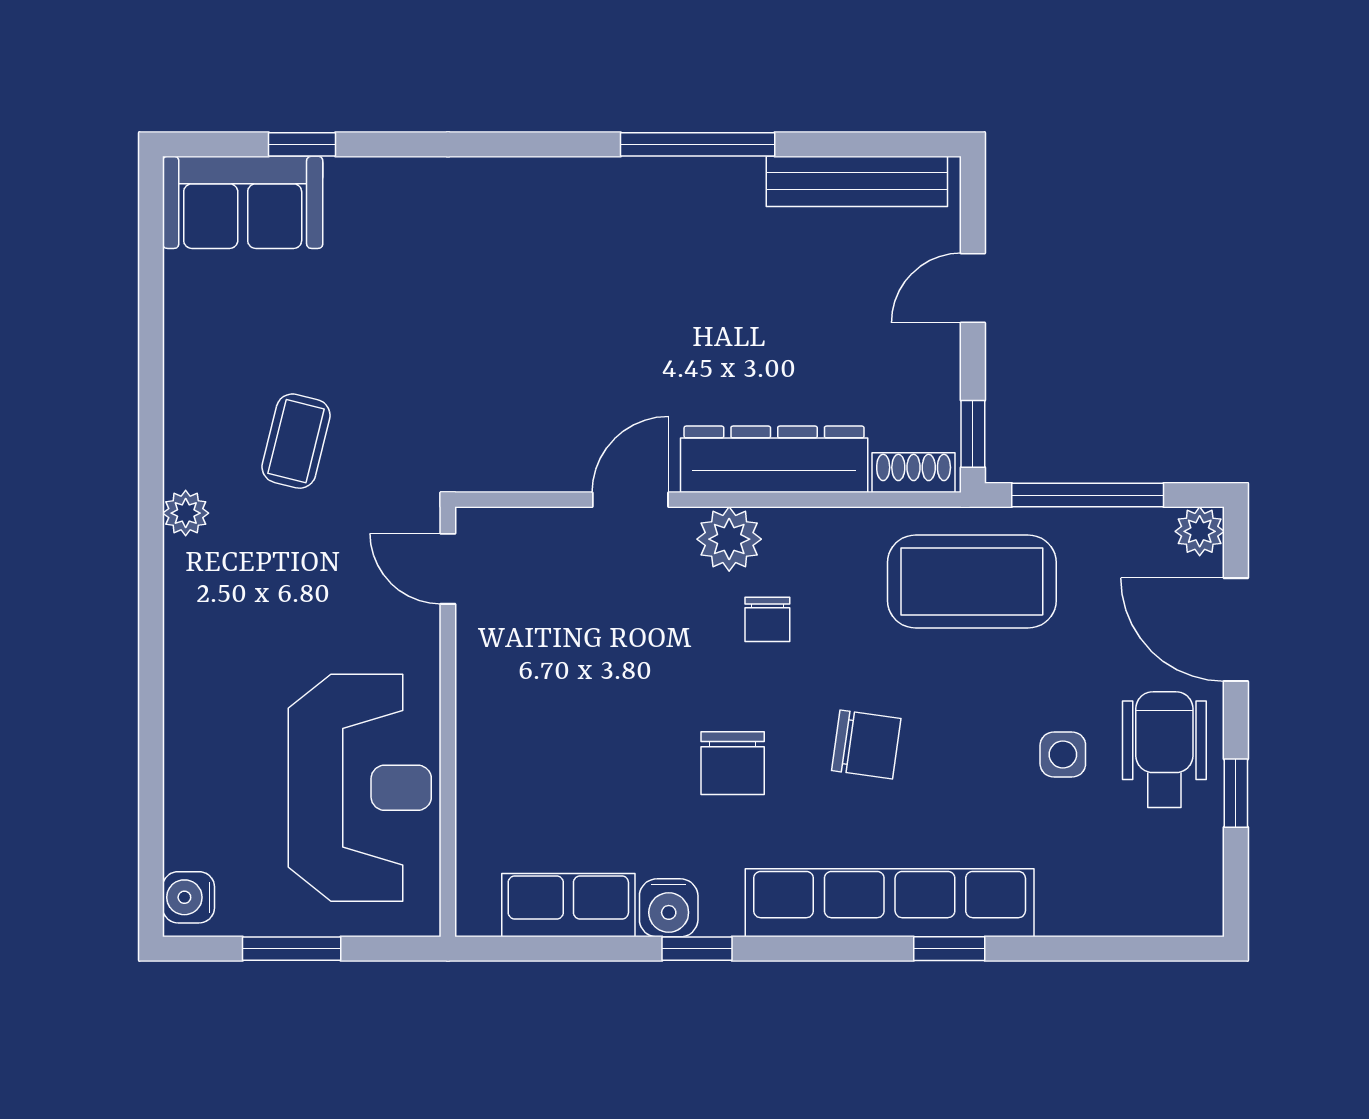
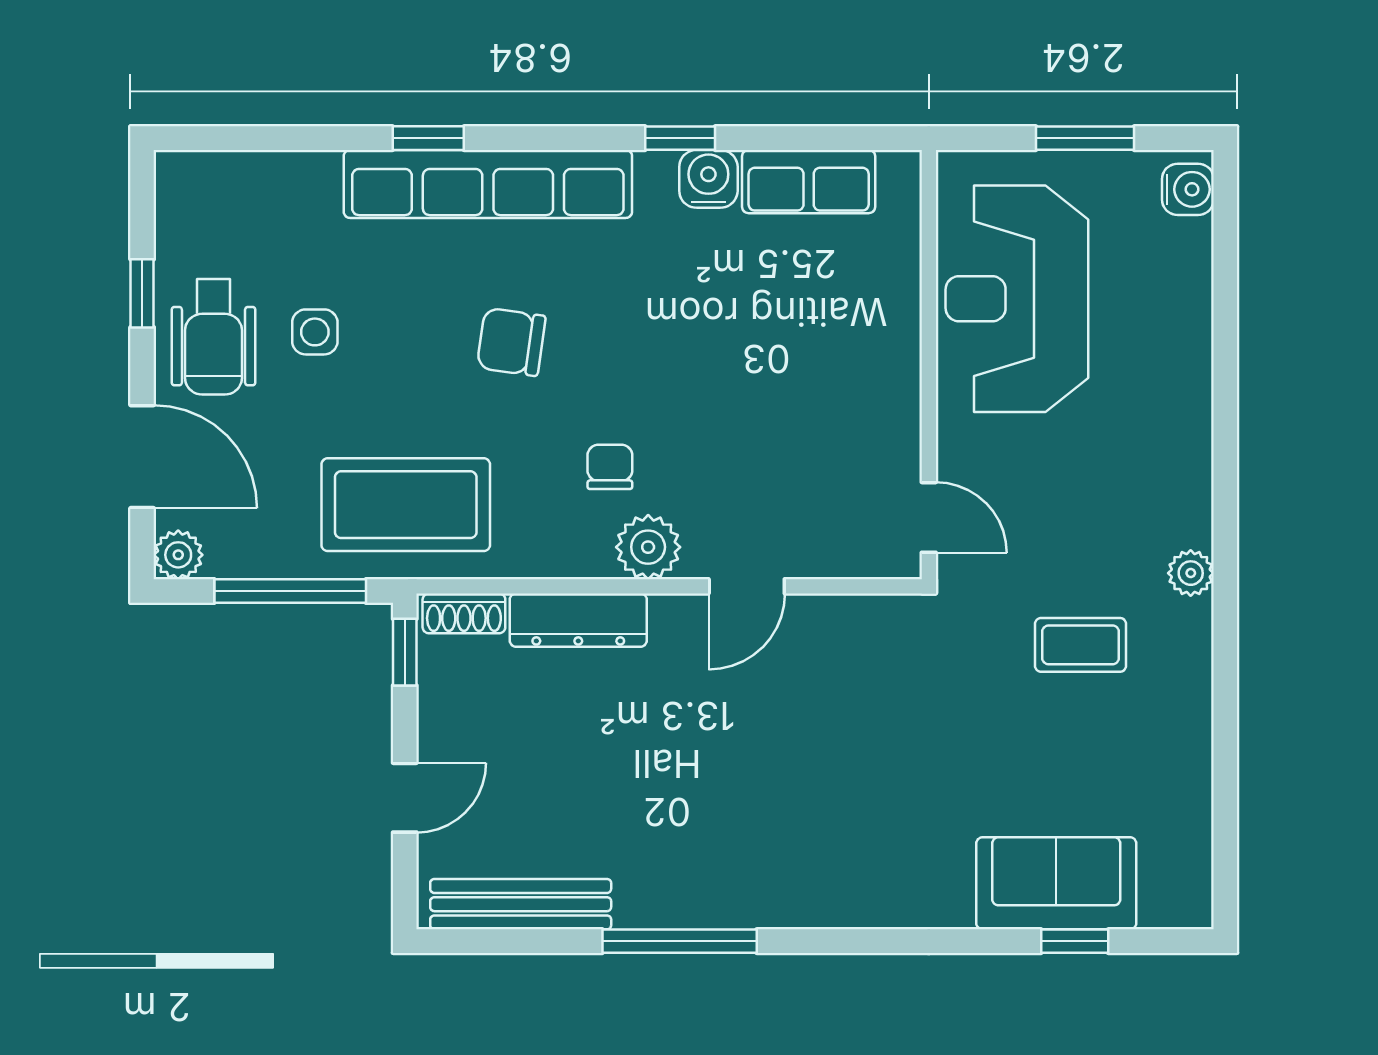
sofa: (243, 202) -> (1056, 883), moved
coffee table: (296, 441) -> (1081, 645), turned 76
dresser: (774, 459) -> (578, 620), width x0.73, depth x0.80
chair: (733, 763) -> (645, 323), removed

